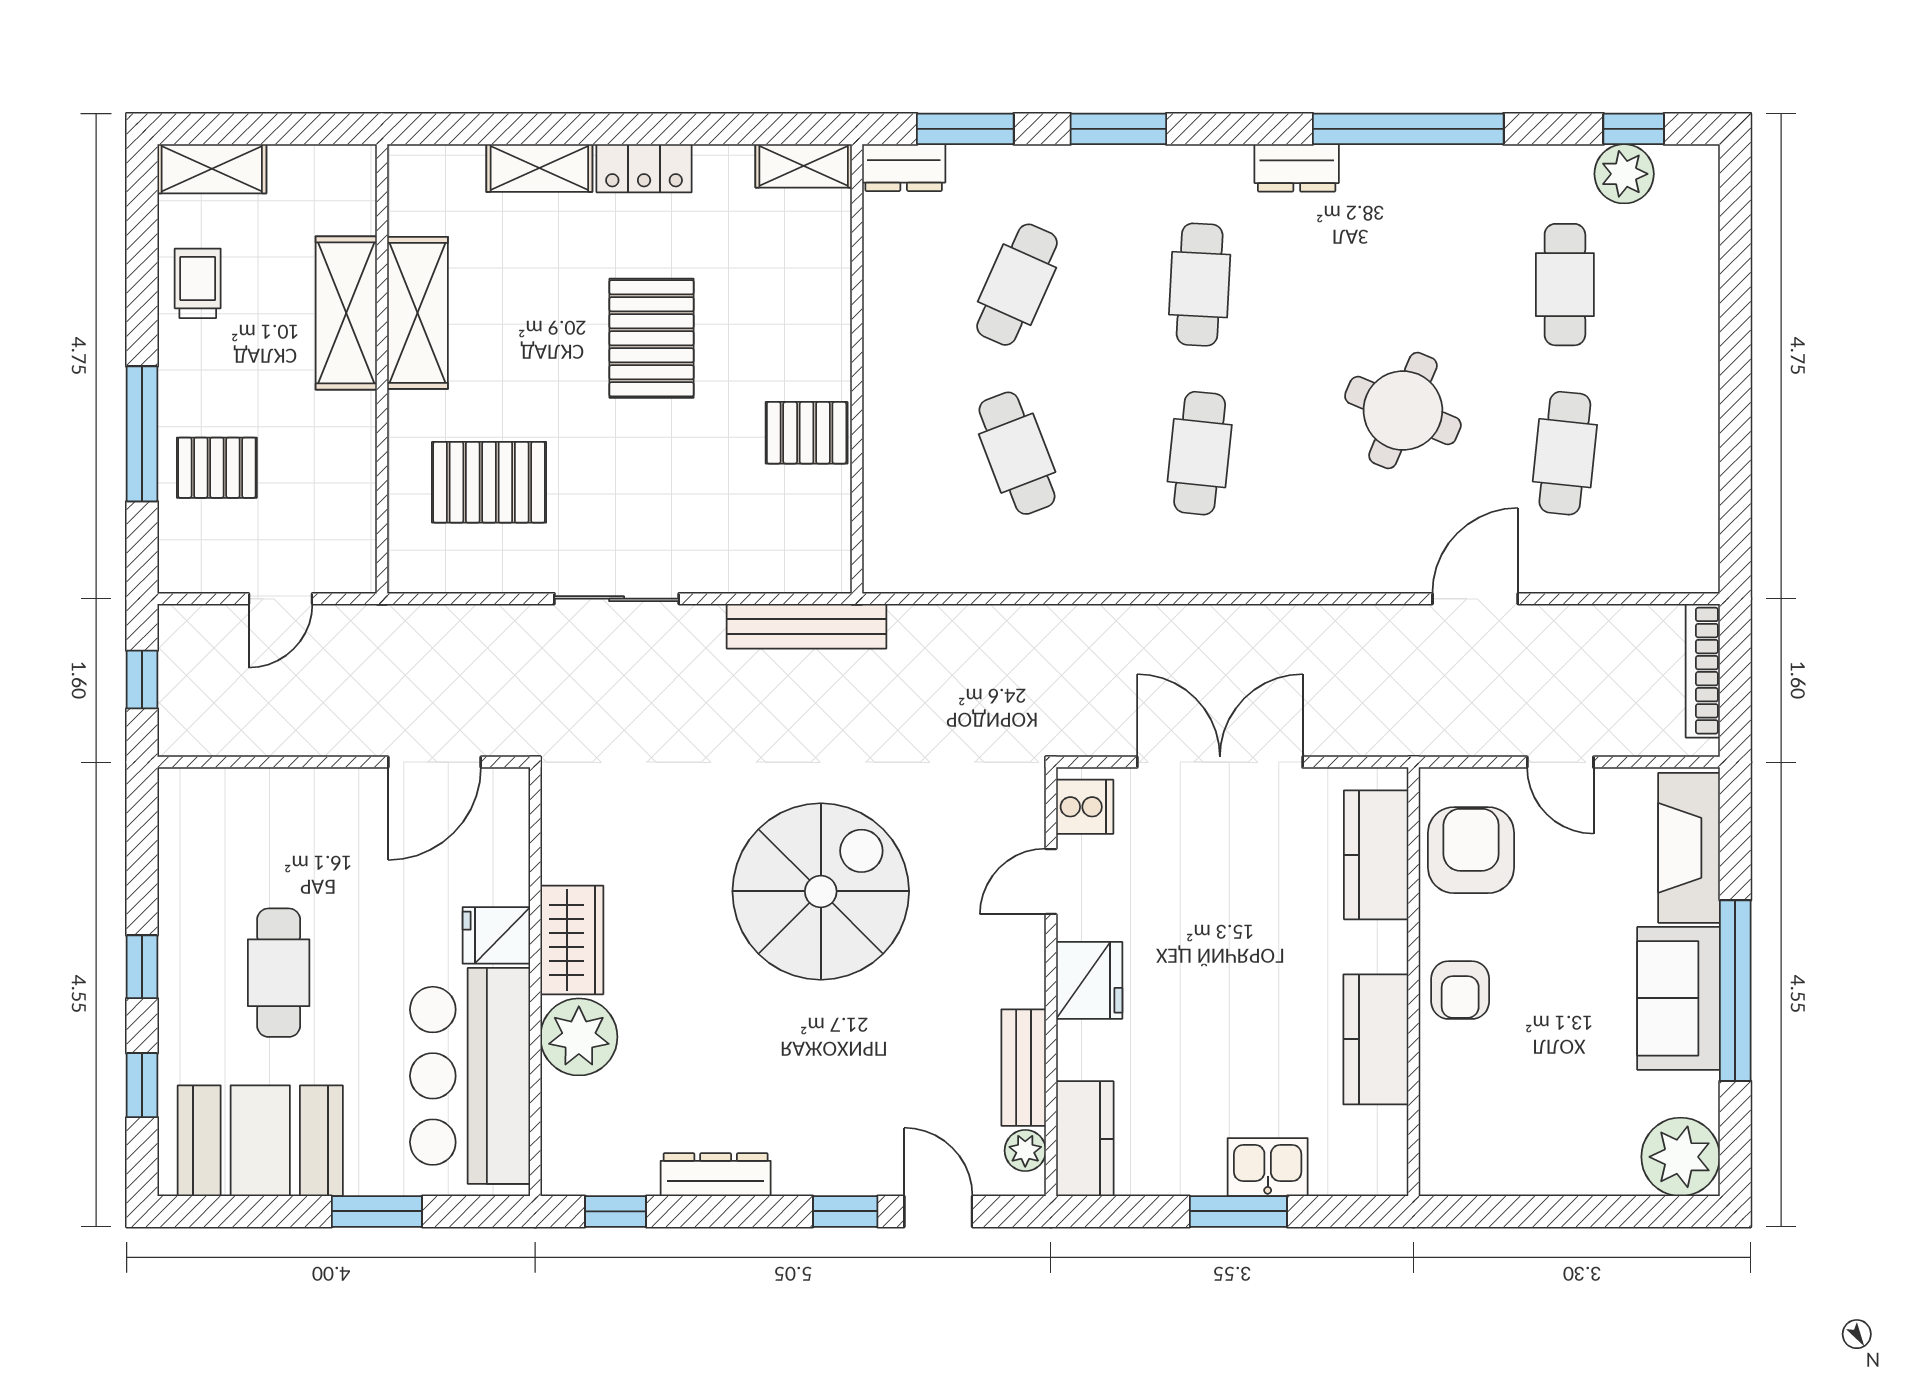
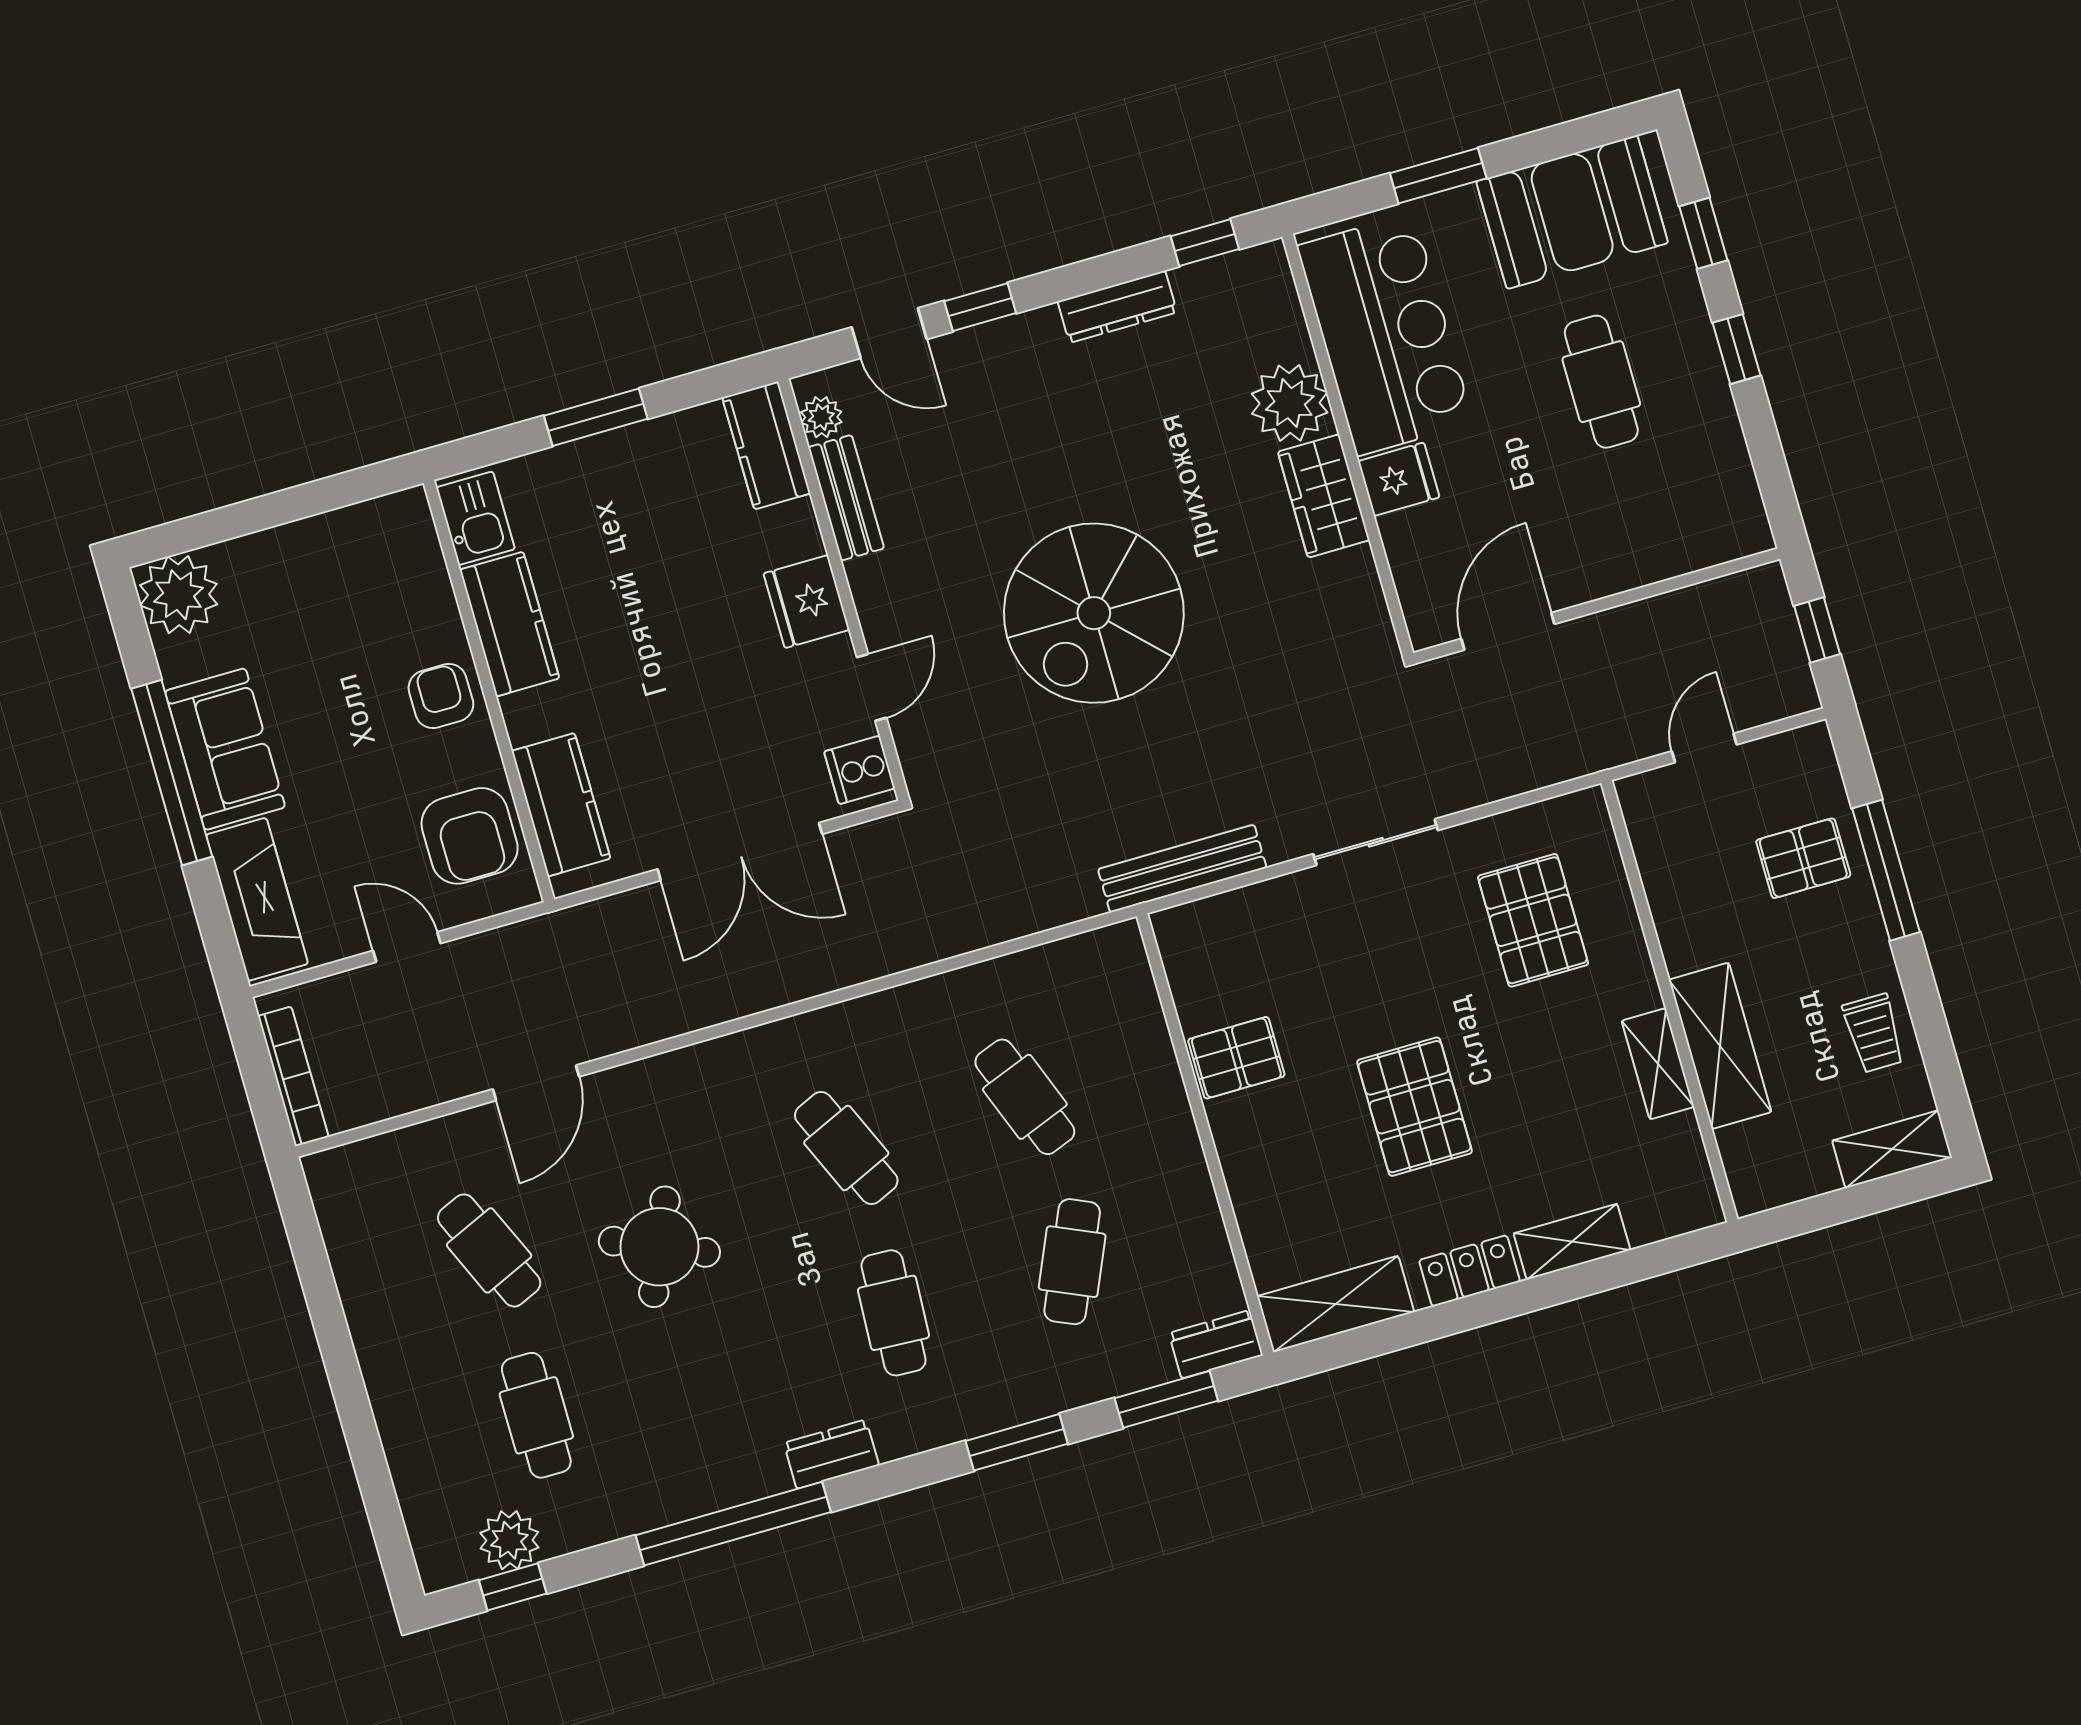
shelving: (804, 166) -> (1336, 1304), width x1.50, depth x1.33
shelving: (418, 313) -> (1658, 1064), width x0.67, depth x0.75
cafe table: (1200, 453) -> (846, 1148), turned -30
cafe table: (1565, 453) -> (489, 1250), turned -30
pallet: (489, 482) -> (1533, 920), turned 90
kitchen sink: (1268, 1167) -> (475, 518), moved, turned -90

